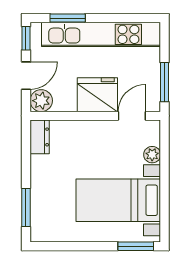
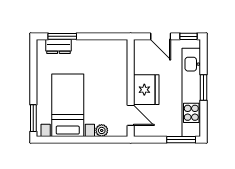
window: (68, 18) -> (203, 88), moved
window: (165, 82) -> (181, 140), moved
plant: (41, 101) -> (142, 48), removed
dresser: (40, 137) -> (58, 47), moved

